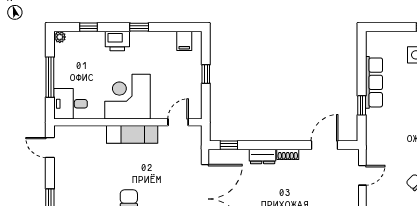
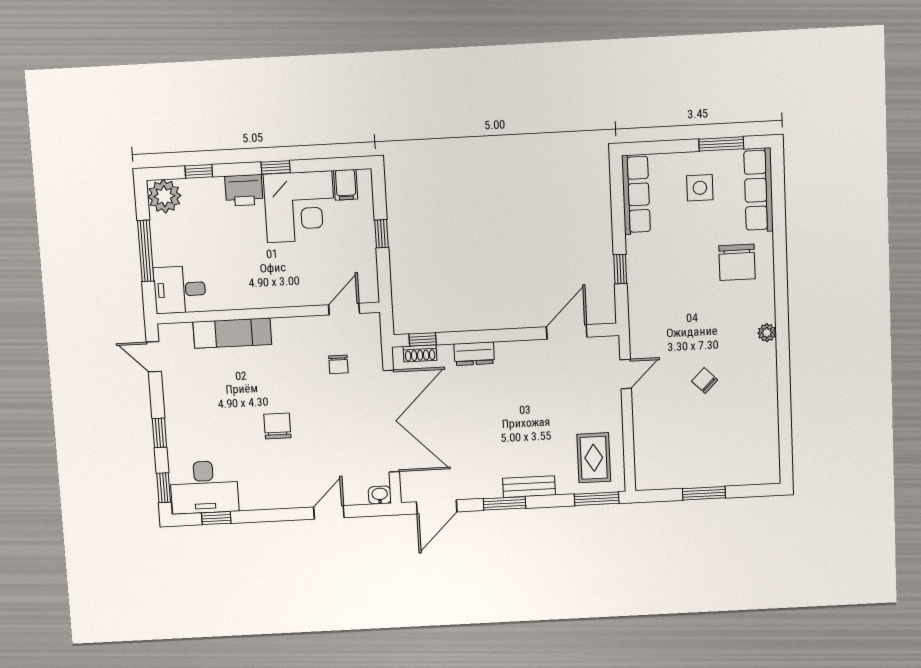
plant: (60, 37) -> (164, 196), width x1.88, depth x1.88
row of seats: (374, 82) -> (636, 194), moved
corner desk: (127, 97) -> (300, 207), moved, turned 180
exam couch: (132, 134) -> (232, 333), moved
shoe rack: (288, 154) -> (420, 353), moved
chair: (172, 159) -> (338, 364), added

